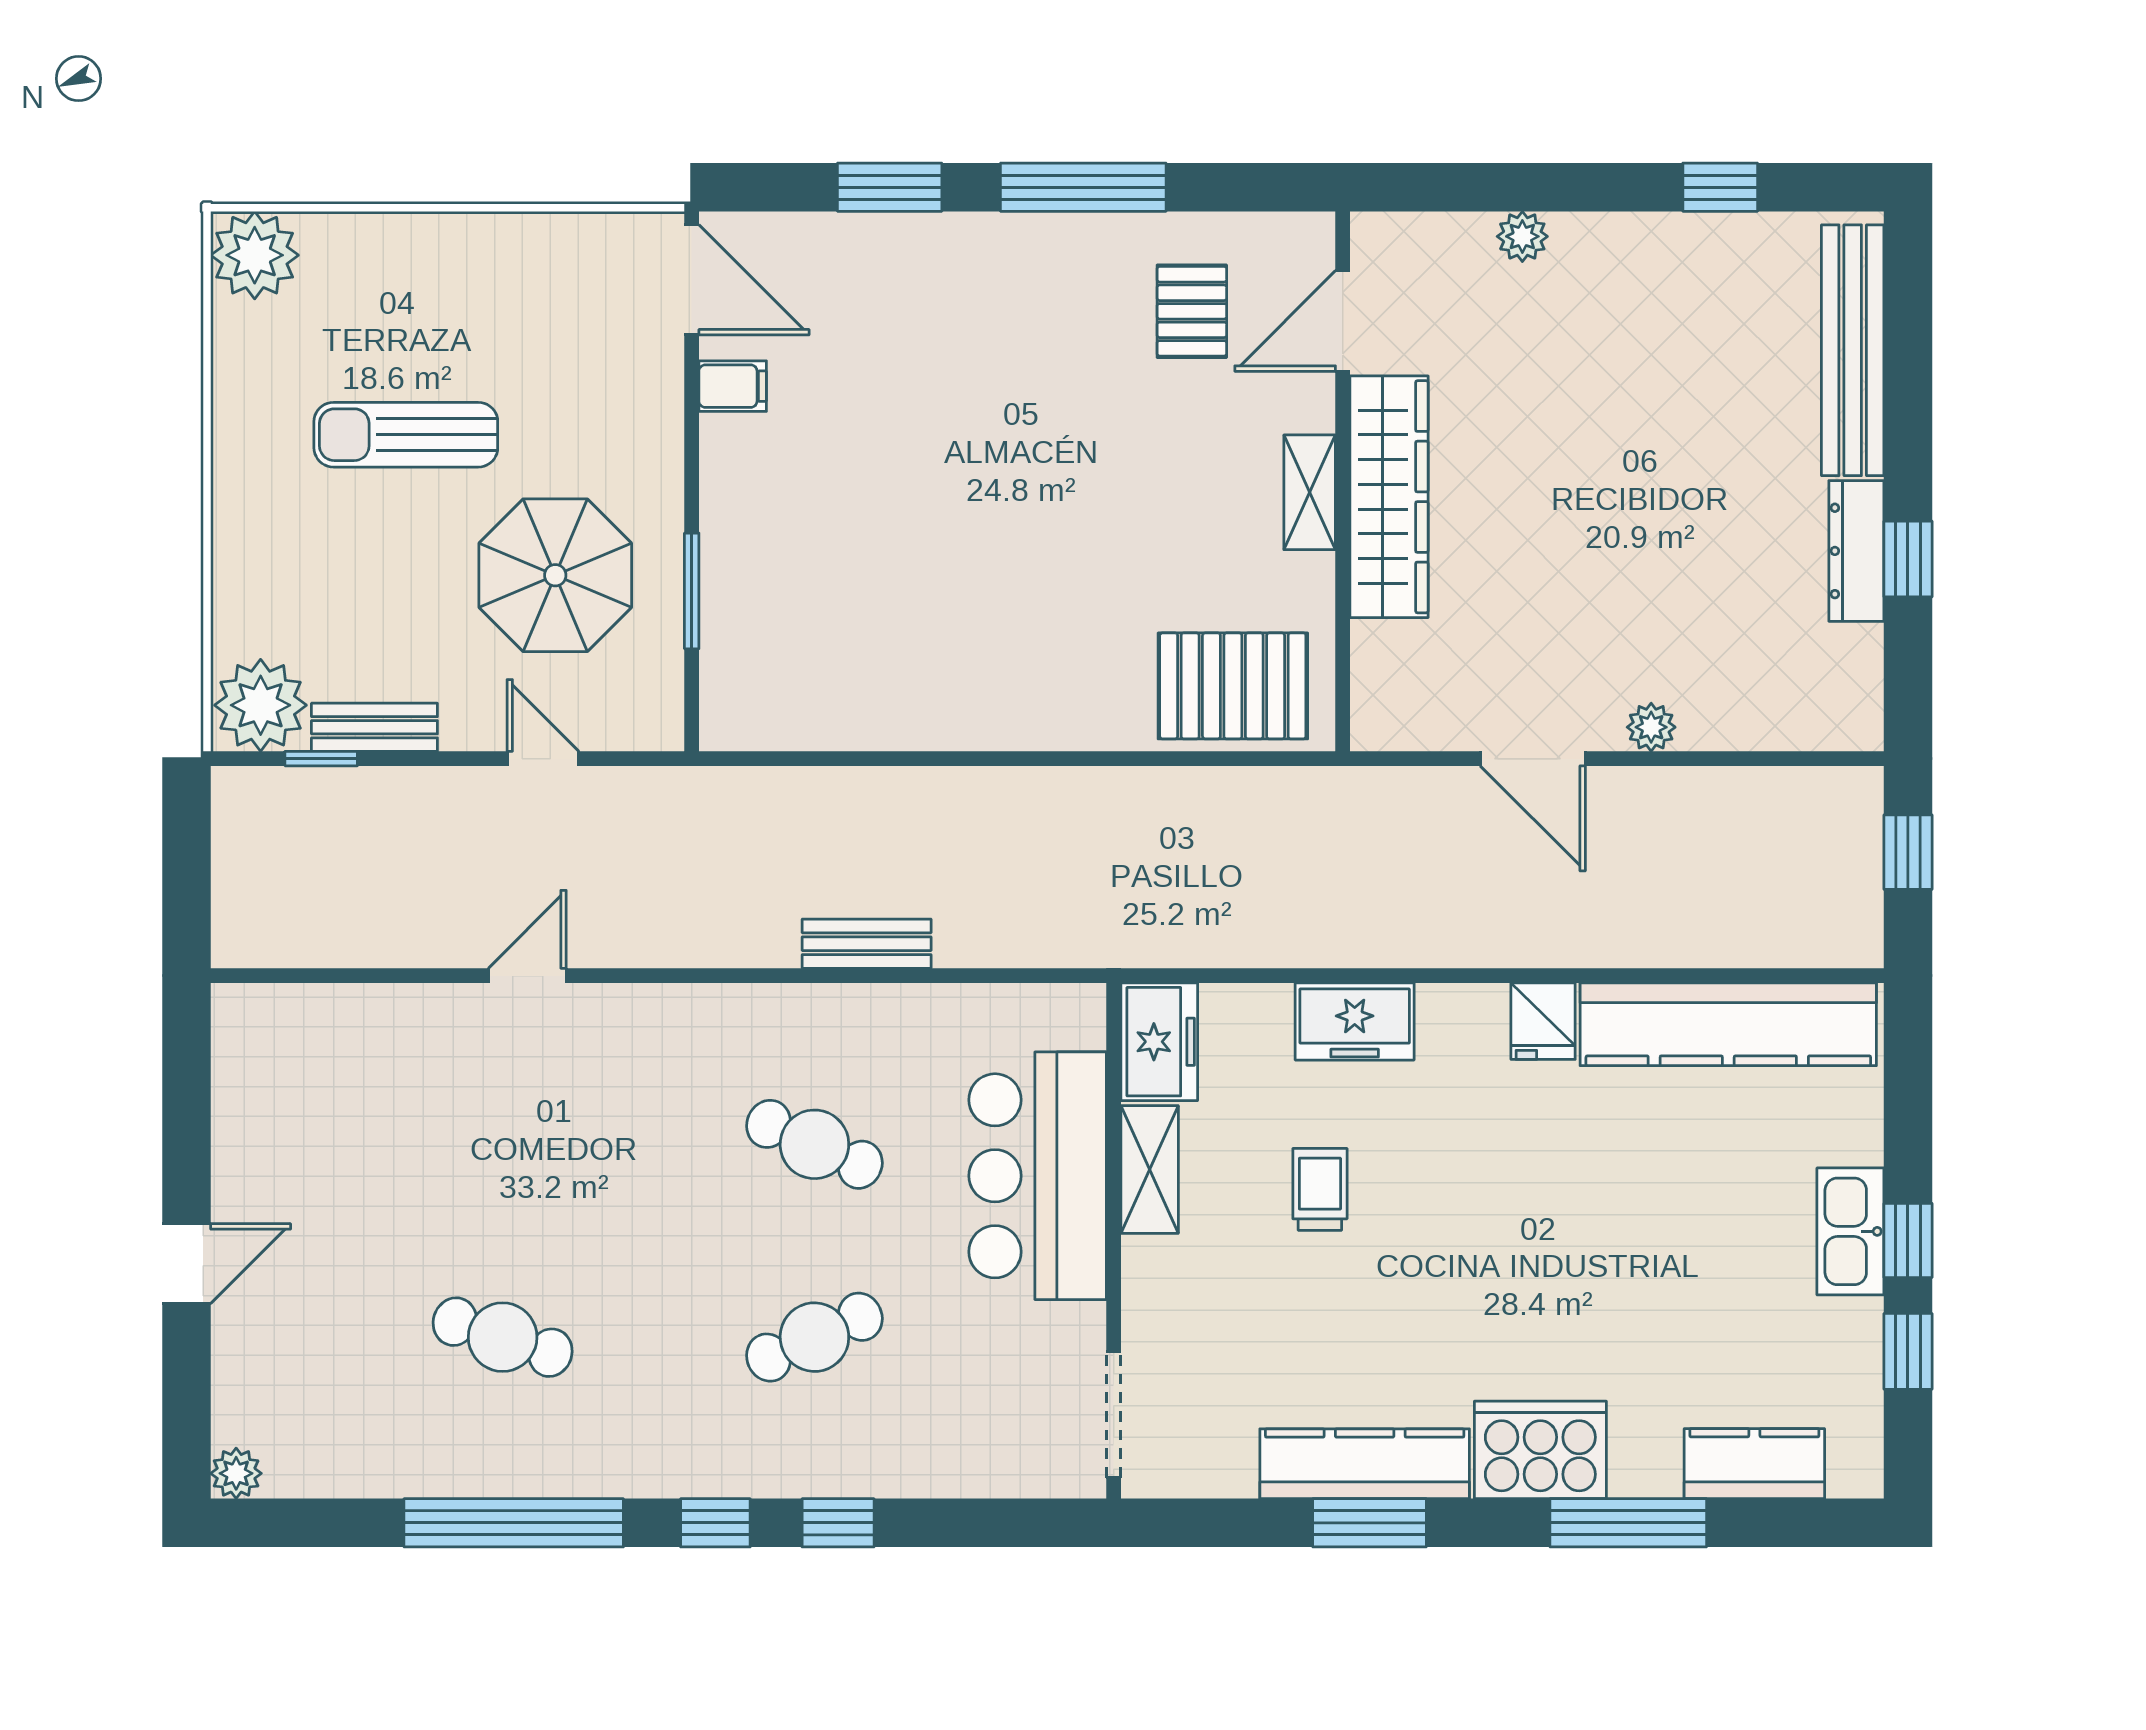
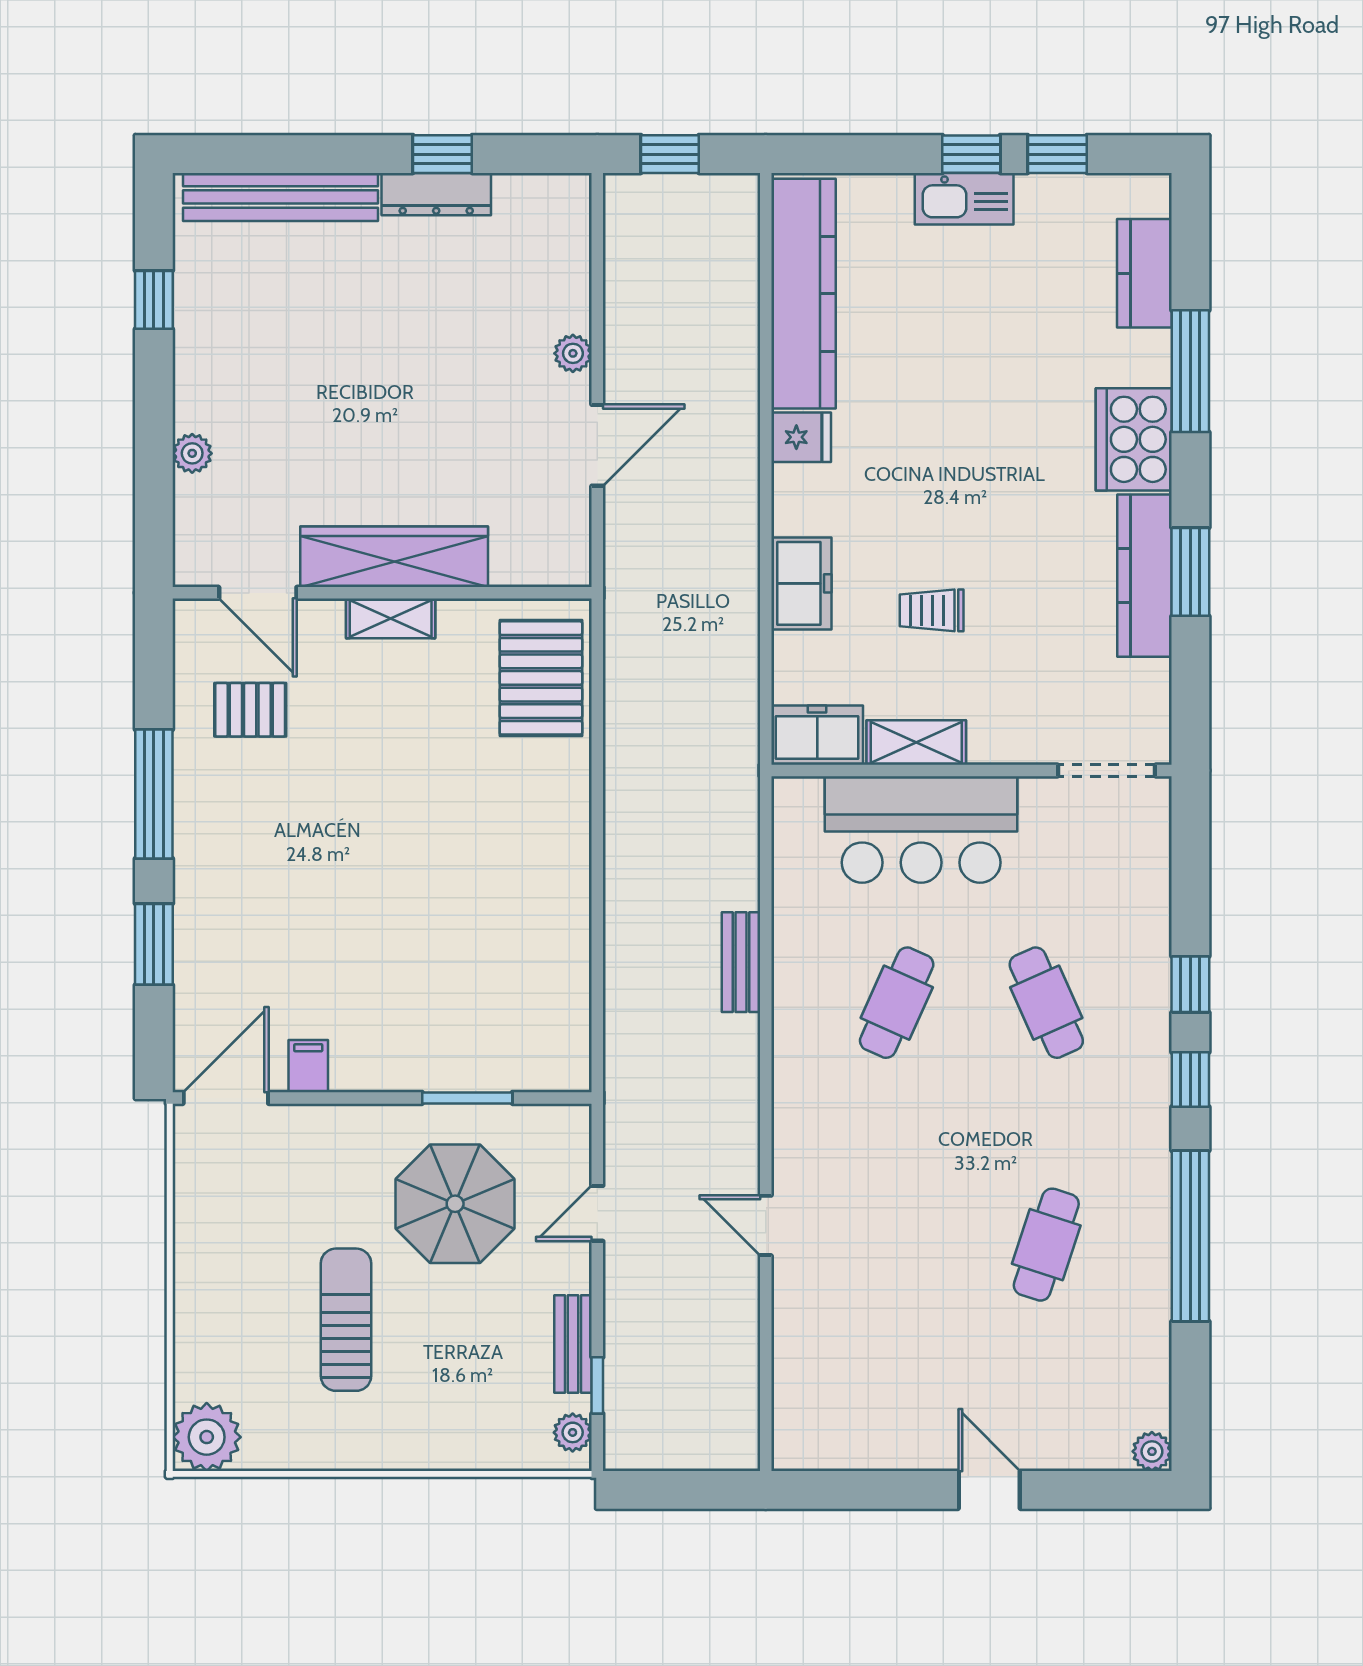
sun lounger: (406, 435) -> (346, 1320), turned 180
plant: (261, 705) -> (573, 1432), width x0.53, depth x0.53

